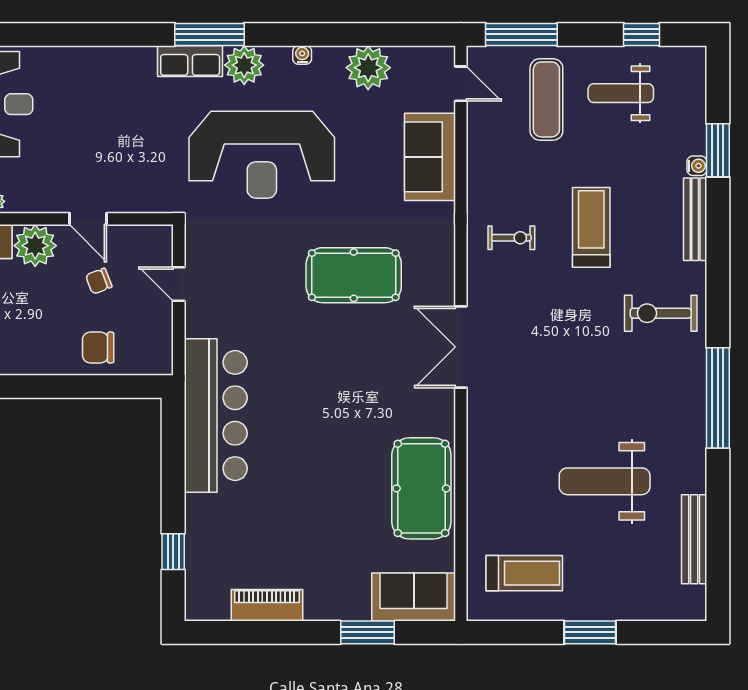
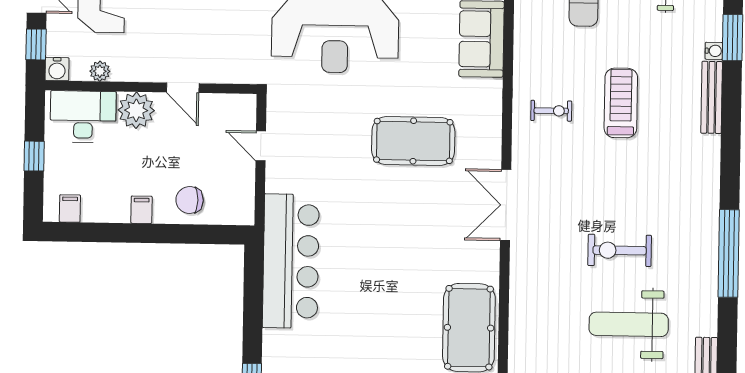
chair: (99, 281) -> (191, 142), removed
exercise bike: (661, 313) -> (620, 250), moved
filing cabinet: (43, 360) -> (141, 210), added

